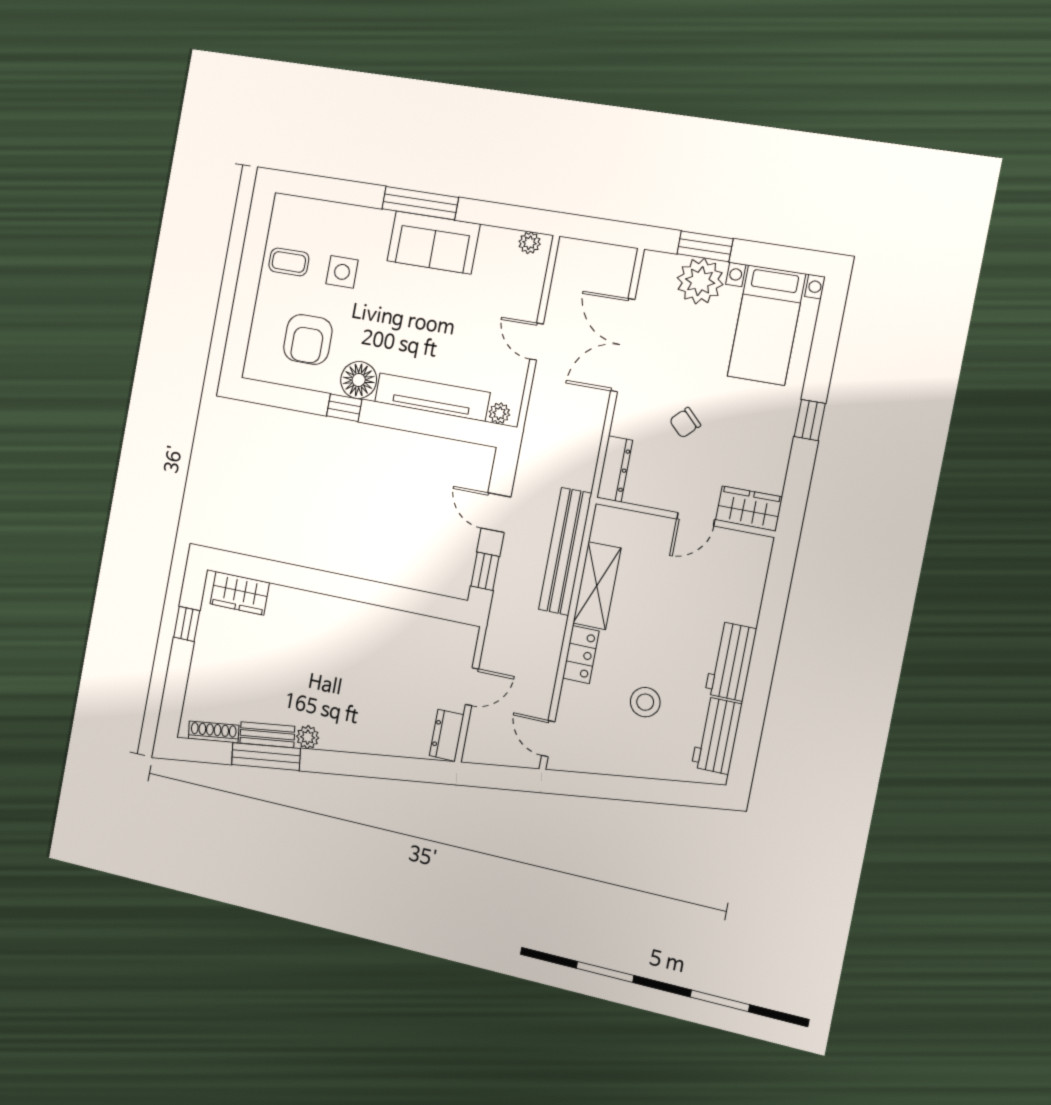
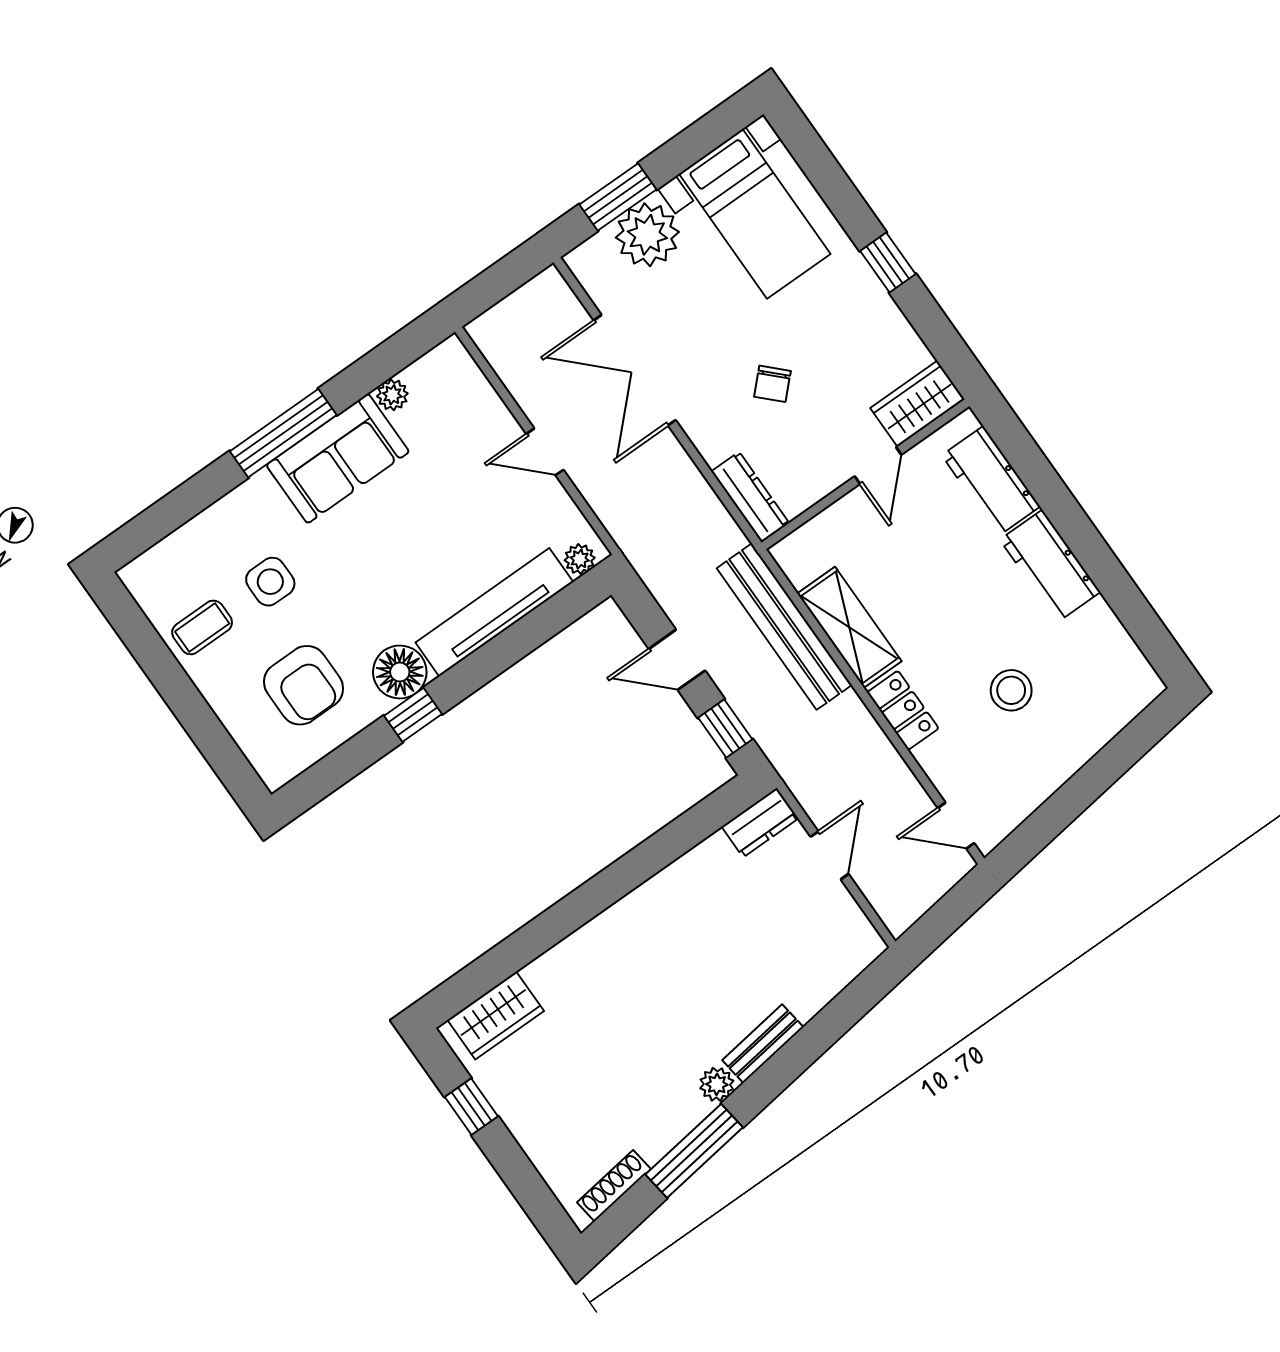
plant: (530, 243) -> (392, 395), moved
bench: (267, 735) -> (763, 1044), moved
dresser: (447, 735) -> (760, 823), moved, turned -90
workbench: (717, 735) -> (991, 481), moved

